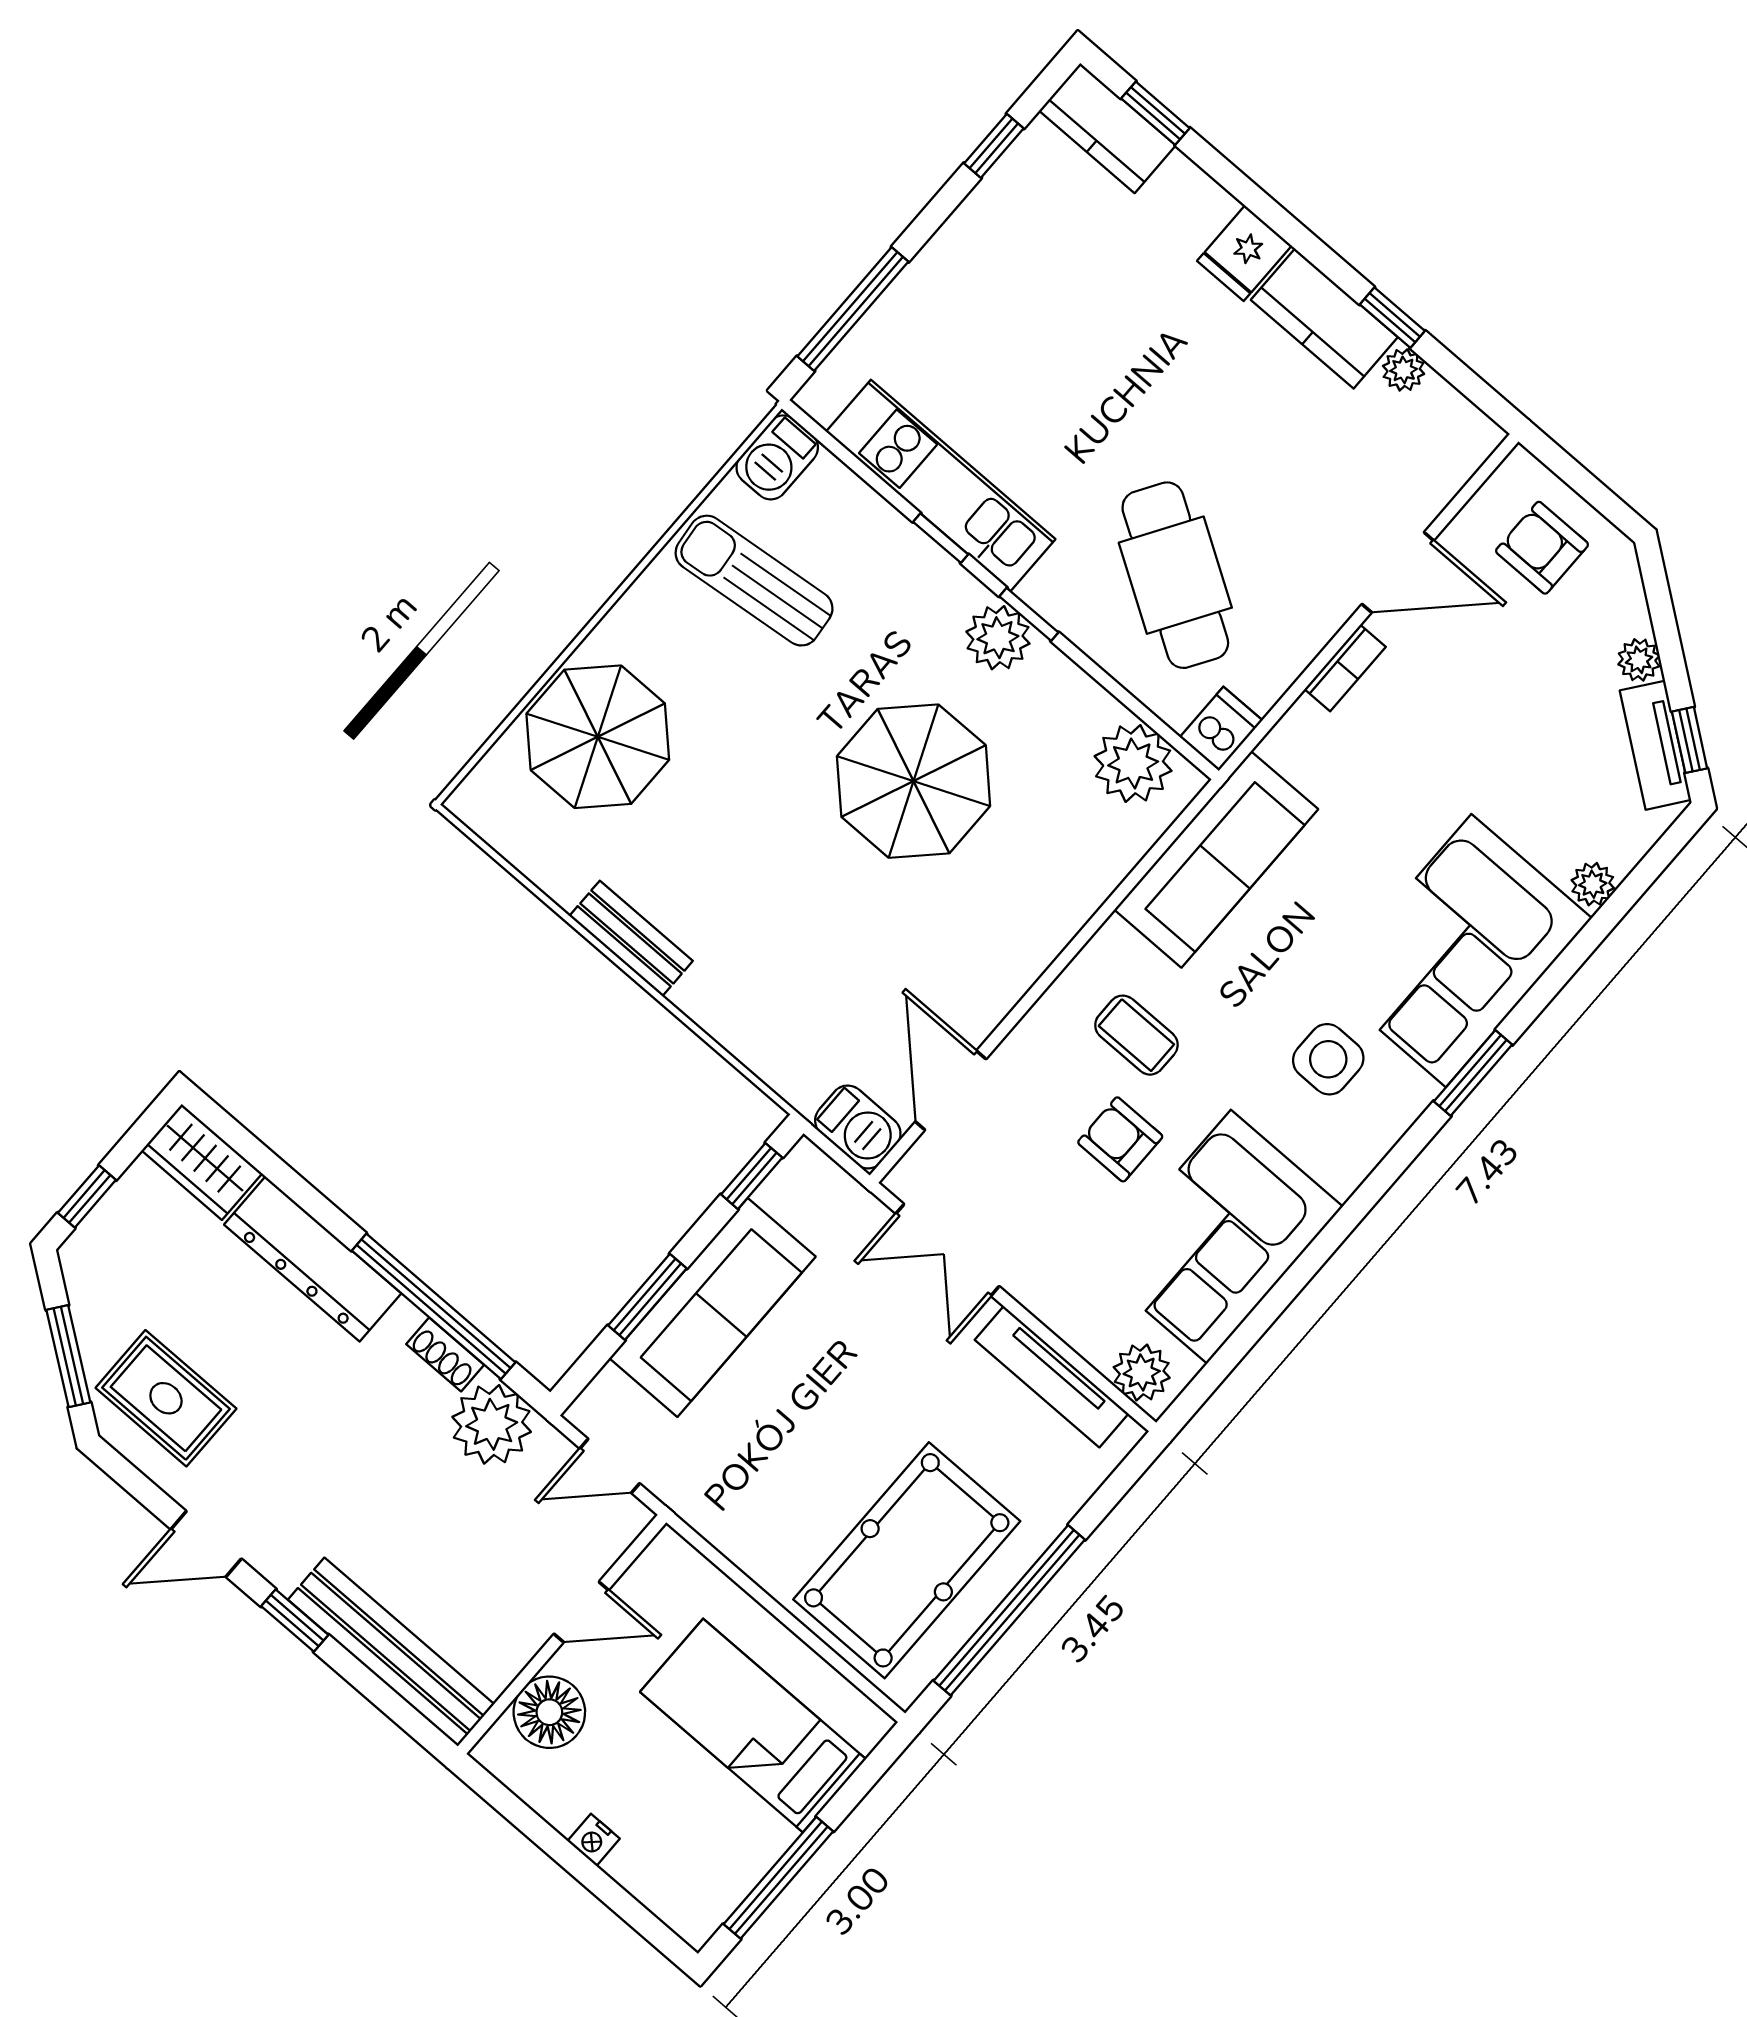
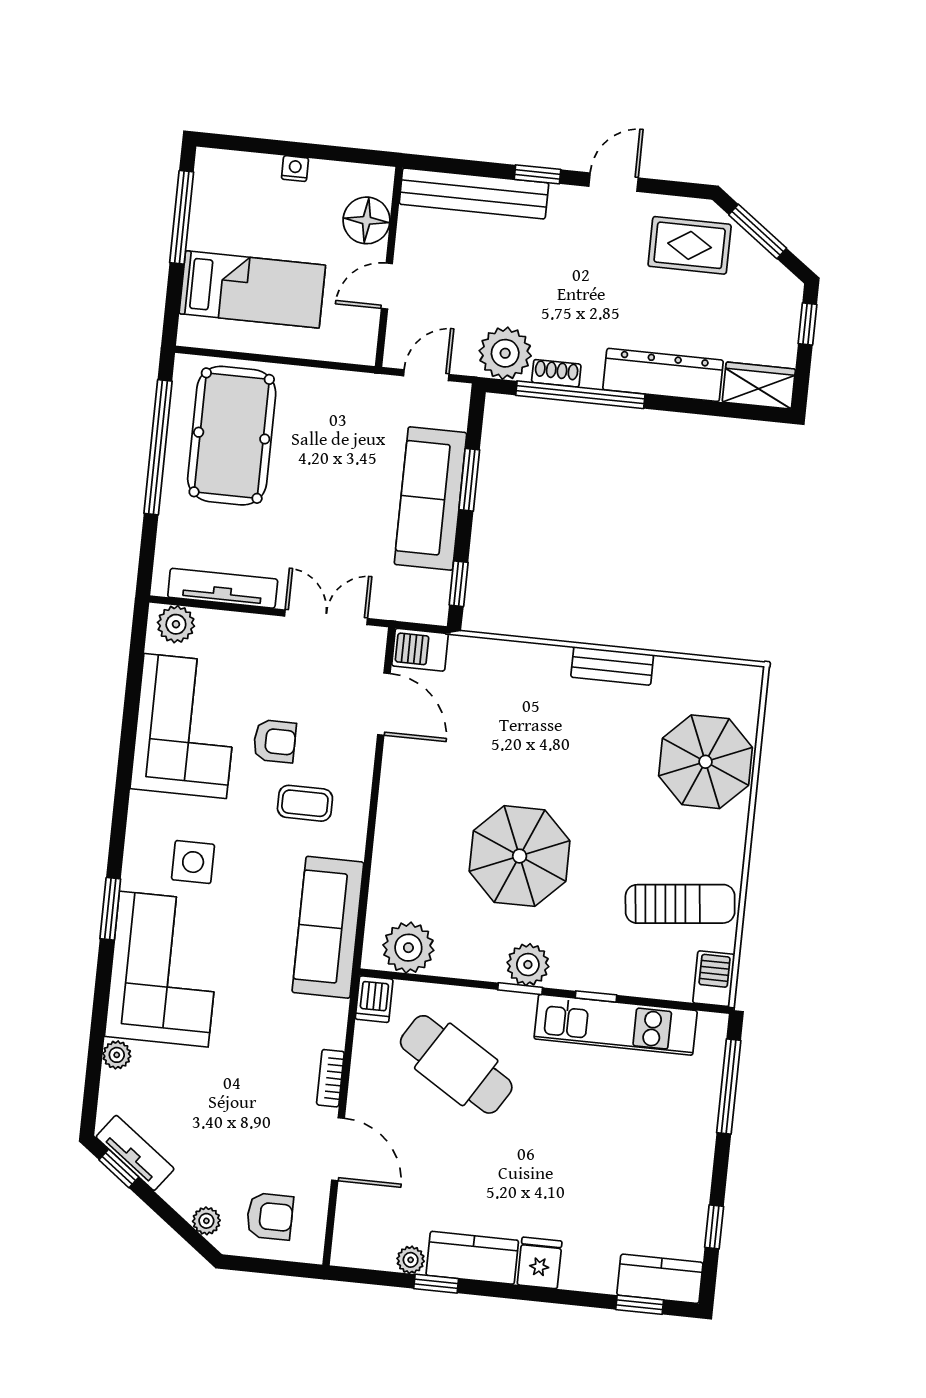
door: (1398, 572) -> (338, 1149), swing flipped
plant: (1639, 660) -> (206, 1221), moved

